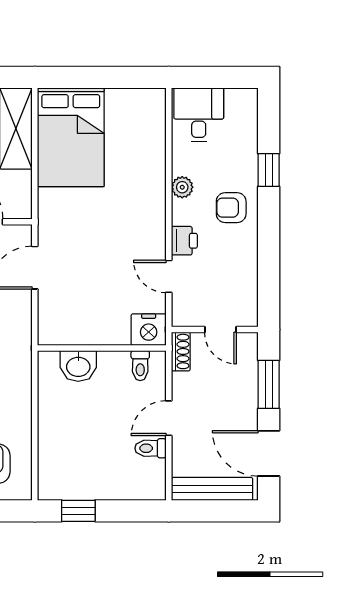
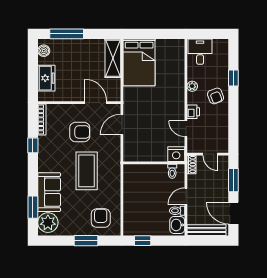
armchair: (231, 208) -> (216, 96), turned -111
washbasin: (78, 366) -> (177, 225), moved, turned 90

